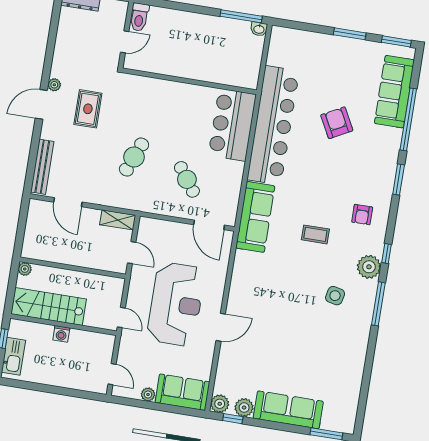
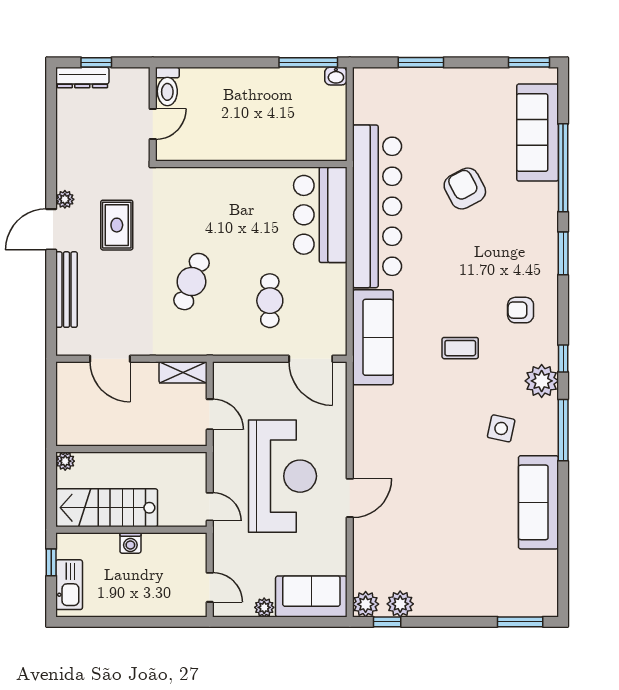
window: (350, 34) -> (421, 62), moved
bench: (42, 167) -> (66, 290), moved
cafe table: (187, 179) -> (270, 301), turned 36
armchair: (362, 215) -> (521, 310), turned 90
sofa: (288, 410) -> (538, 502), moved, turned -90

